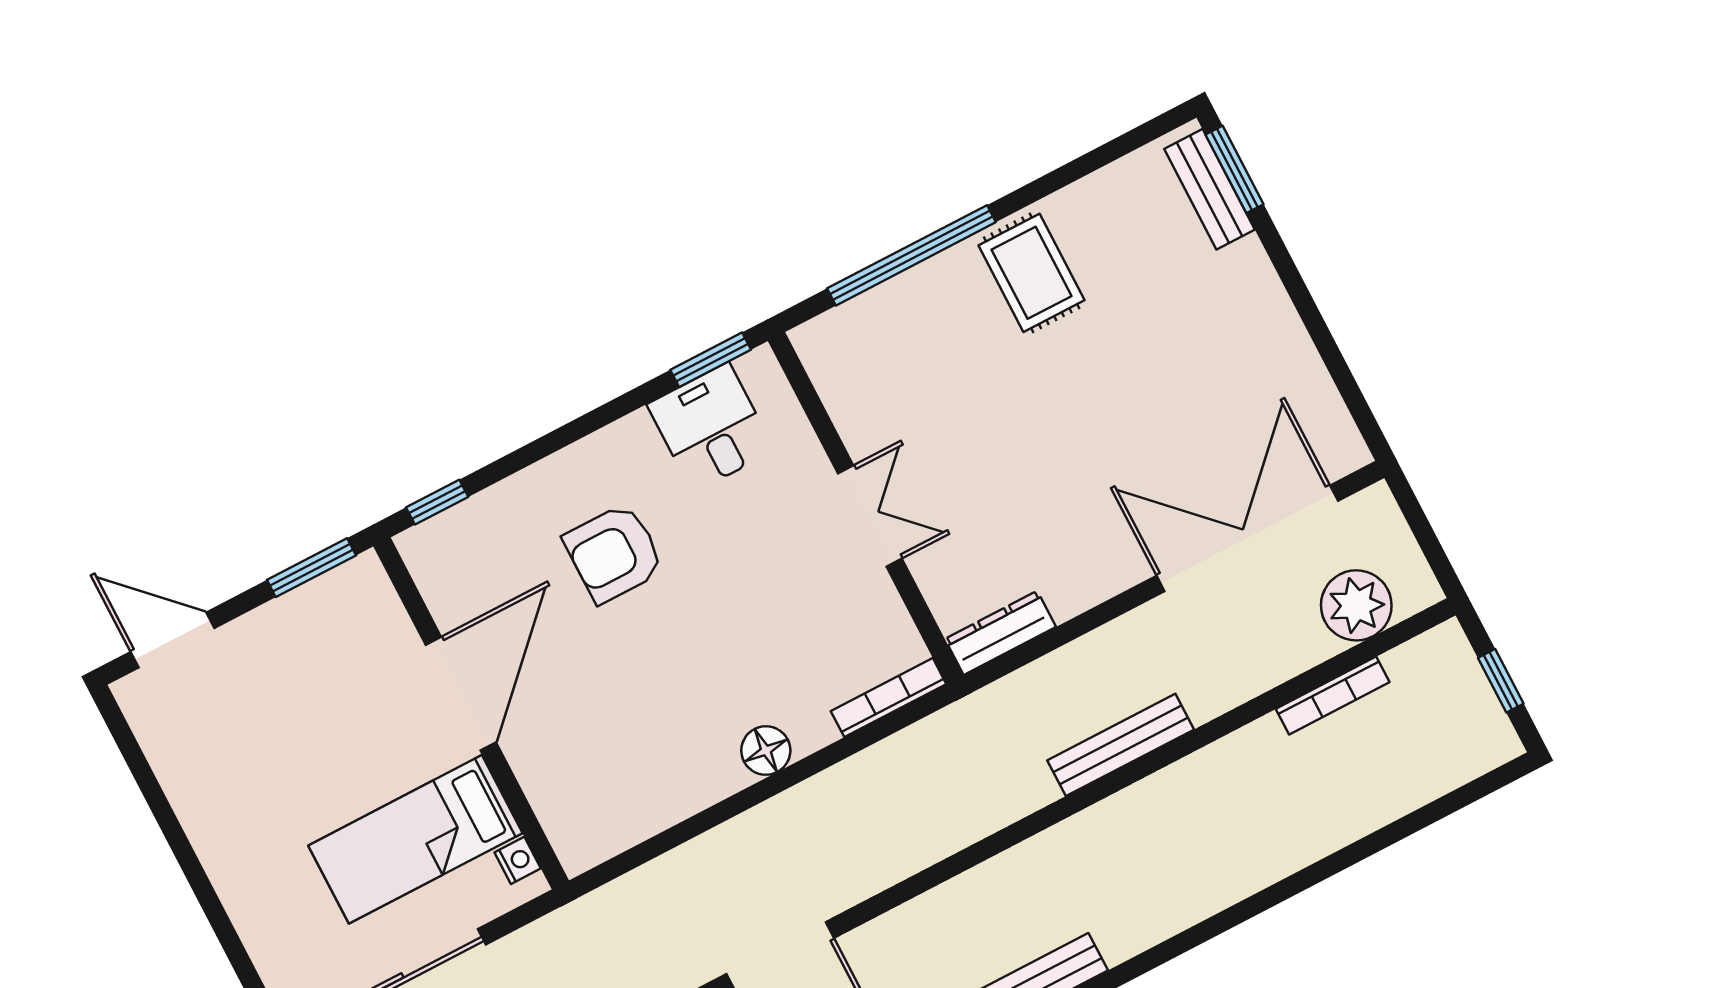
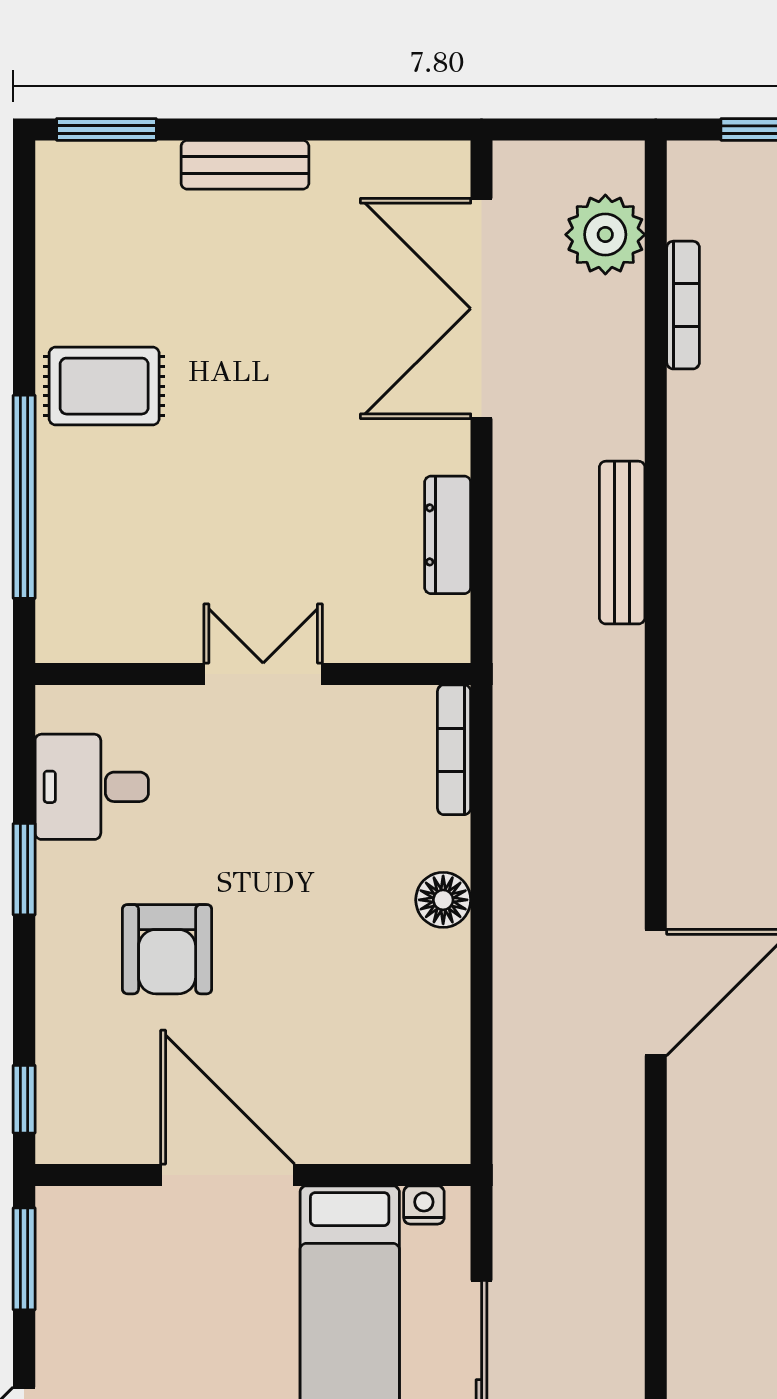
bench: (1210, 189) -> (245, 165), moved
window: (711, 360) -> (24, 869), moved
dresser: (1000, 633) -> (448, 535), moved

